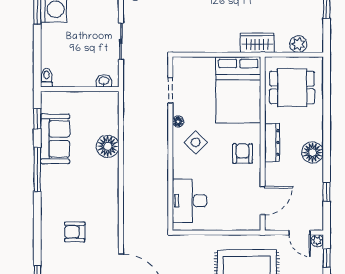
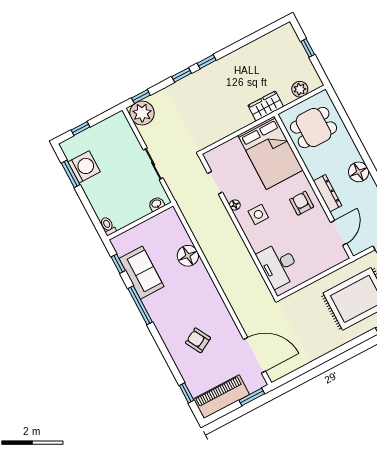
side table: (196, 142) -> (258, 214), turned 45
dresser: (272, 143) -> (327, 193), moved
armchair: (75, 232) -> (198, 340), turned 61

